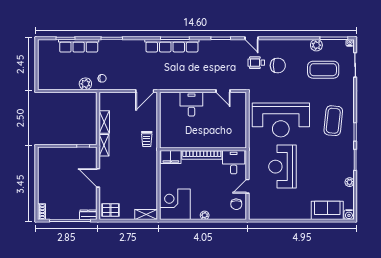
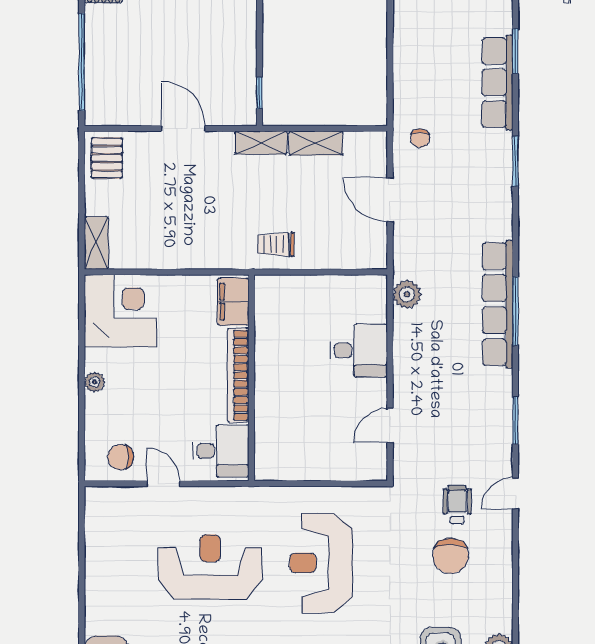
plant: (85, 84) -> (407, 294), moved
door: (145, 91) -> (390, 200), moved
reception desk: (281, 120) -> (321, 563), width x0.74, depth x0.77
door: (98, 178) -> (183, 128), hinge flipped
dresser: (88, 215) -> (96, 105), removed

